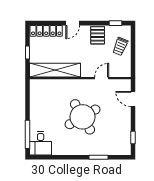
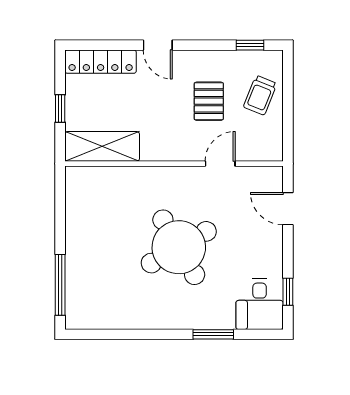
door: (73, 23) -> (158, 45), hinge flipped
pallet: (98, 35) -> (209, 101), moved
shelving: (55, 70) -> (102, 146), width x0.68
desk: (41, 143) -> (260, 304), moved

